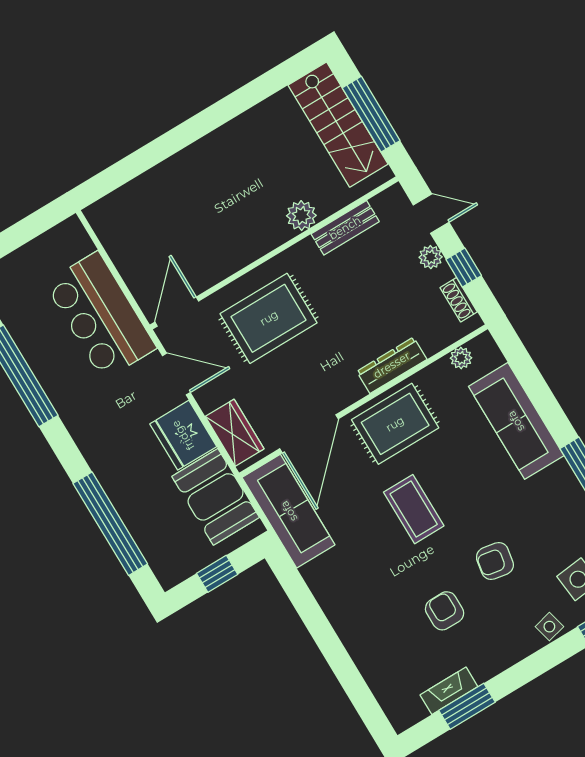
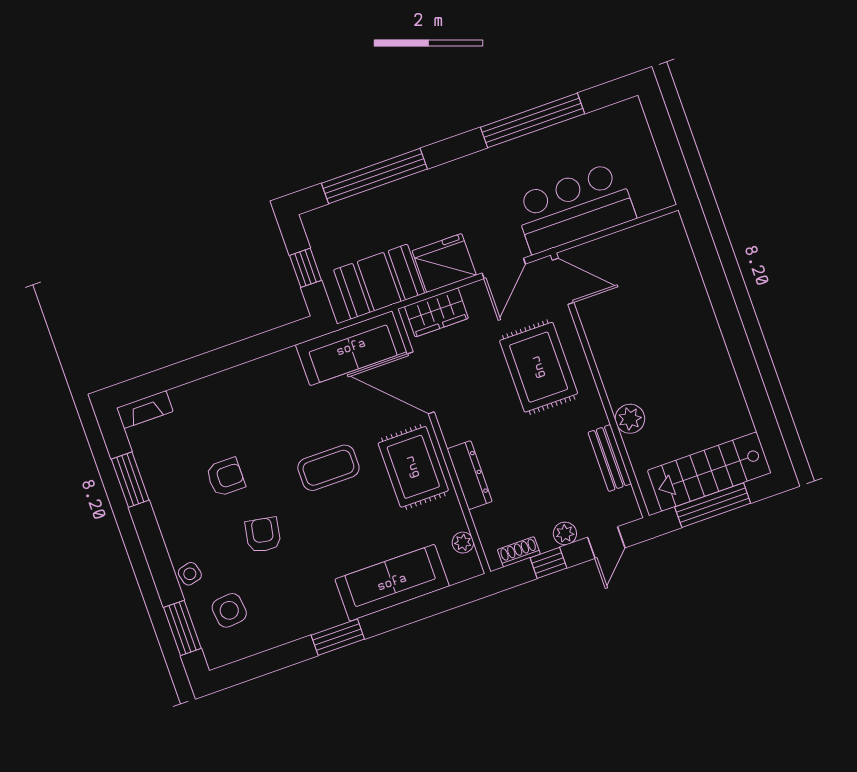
fireplace: (449, 691) -> (145, 410), moved, turned 90

